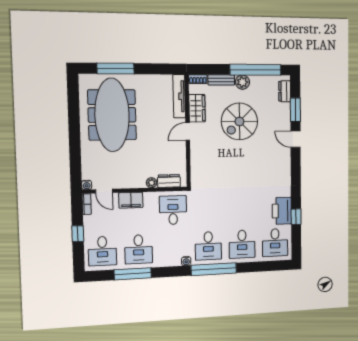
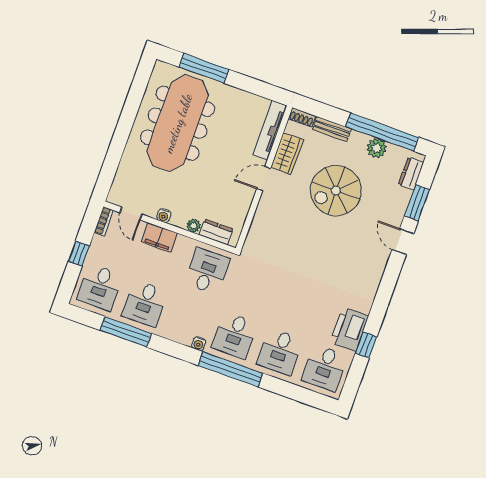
plant: (242, 82) -> (377, 148), moved
water cooler: (87, 185) -> (164, 216), moved

